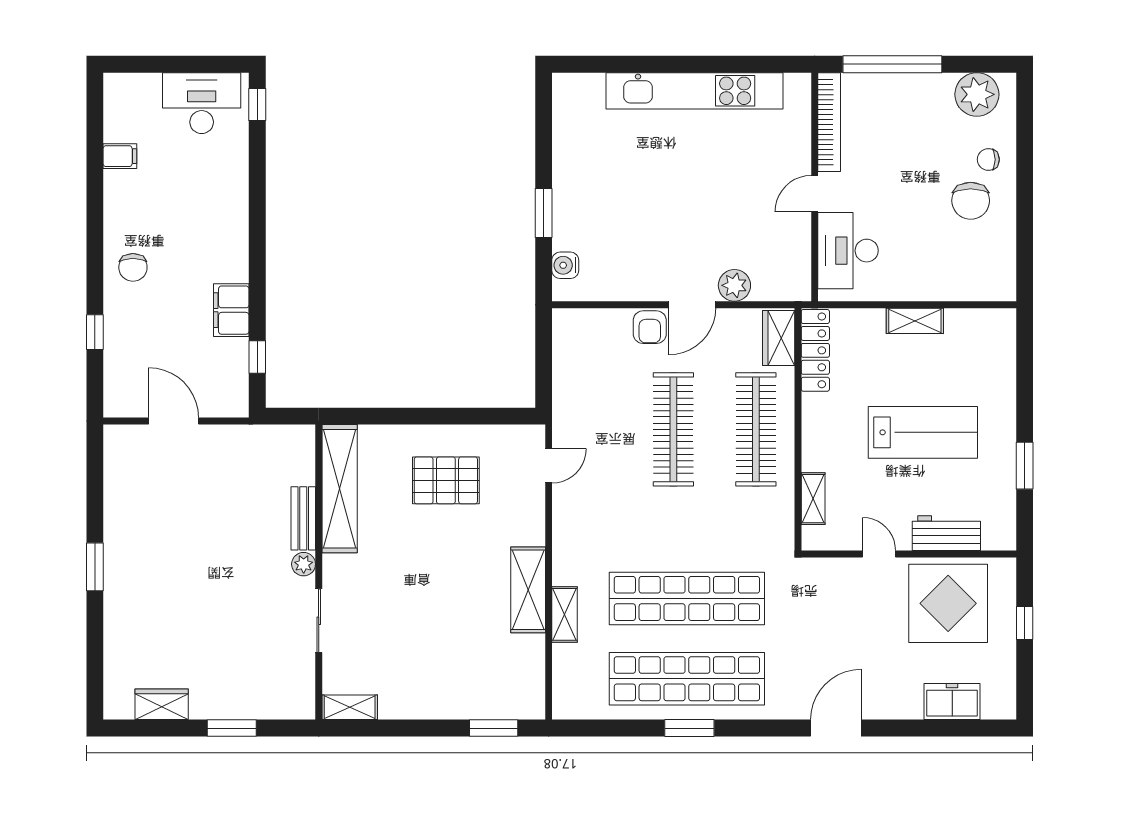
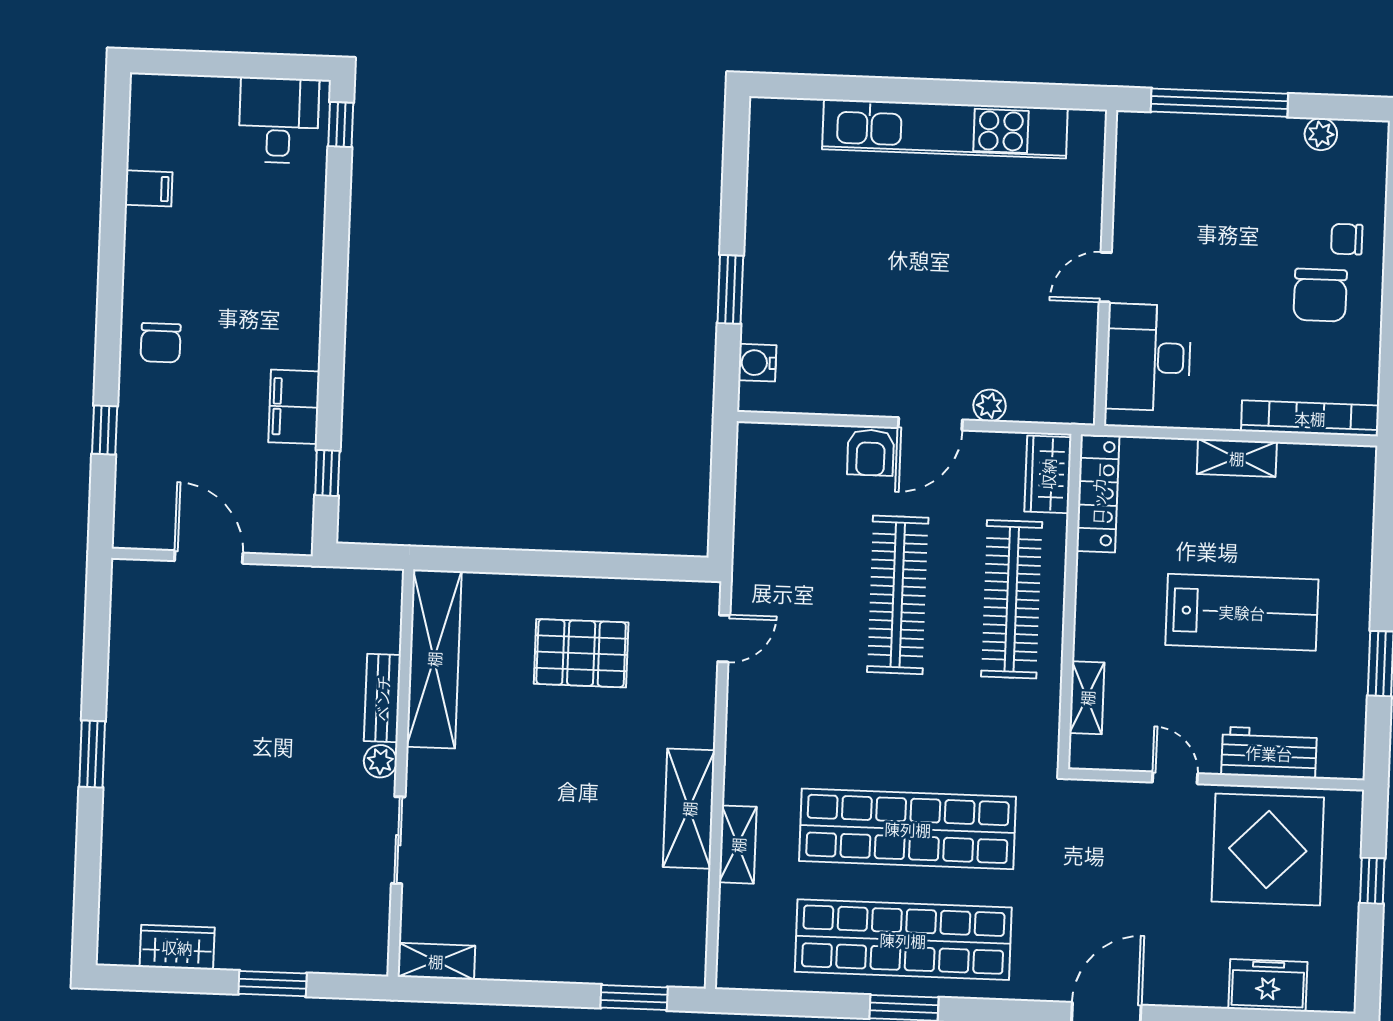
plant: (977, 94) -> (1321, 134), width x0.53, depth x0.53
desk: (202, 103) -> (279, 120), width x0.73
bookcase: (829, 122) -> (1310, 418), moved, turned -90
plant: (734, 285) -> (990, 405), width x0.73, depth x0.73

